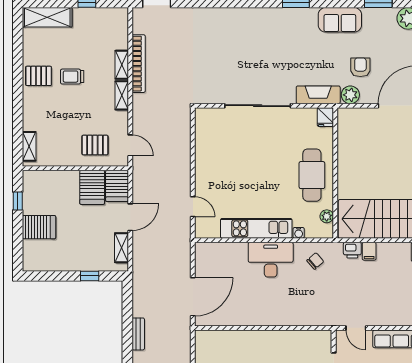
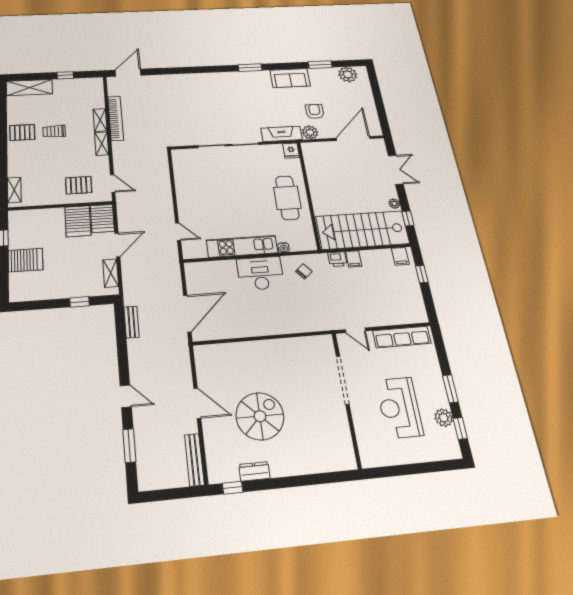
plant: (327, 216) -> (308, 231), removed
bench: (138, 334) -> (132, 322), moved

